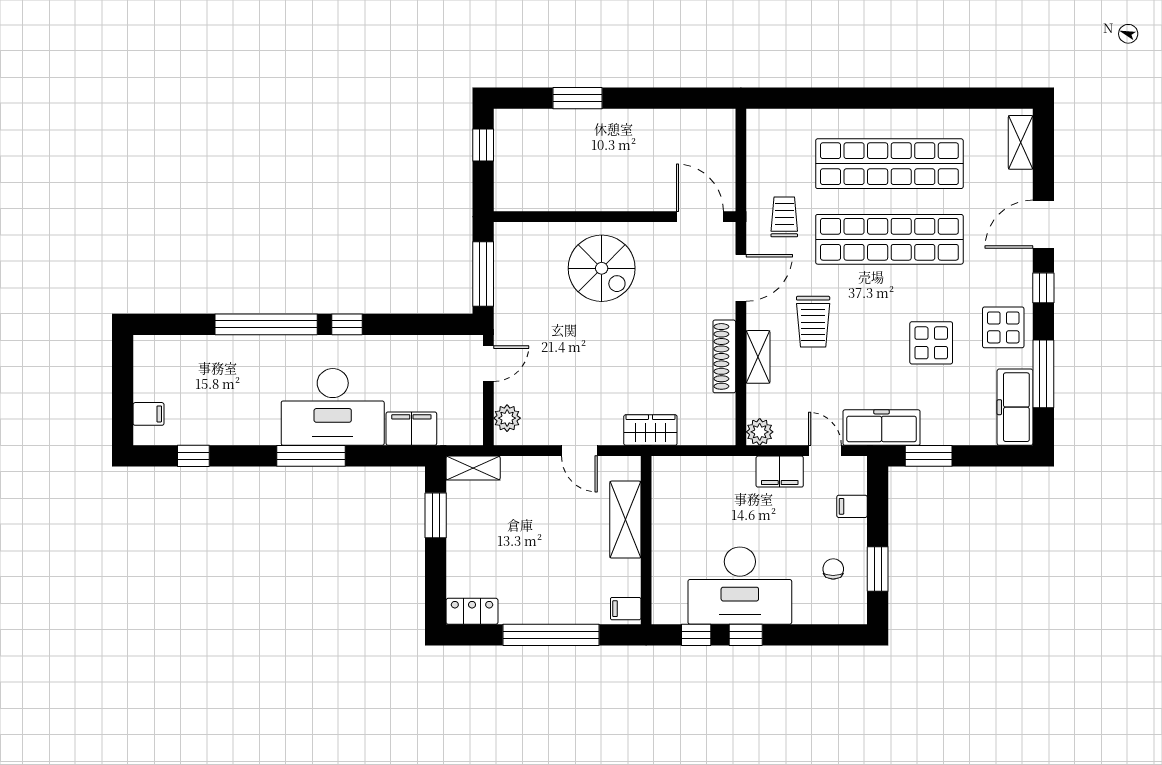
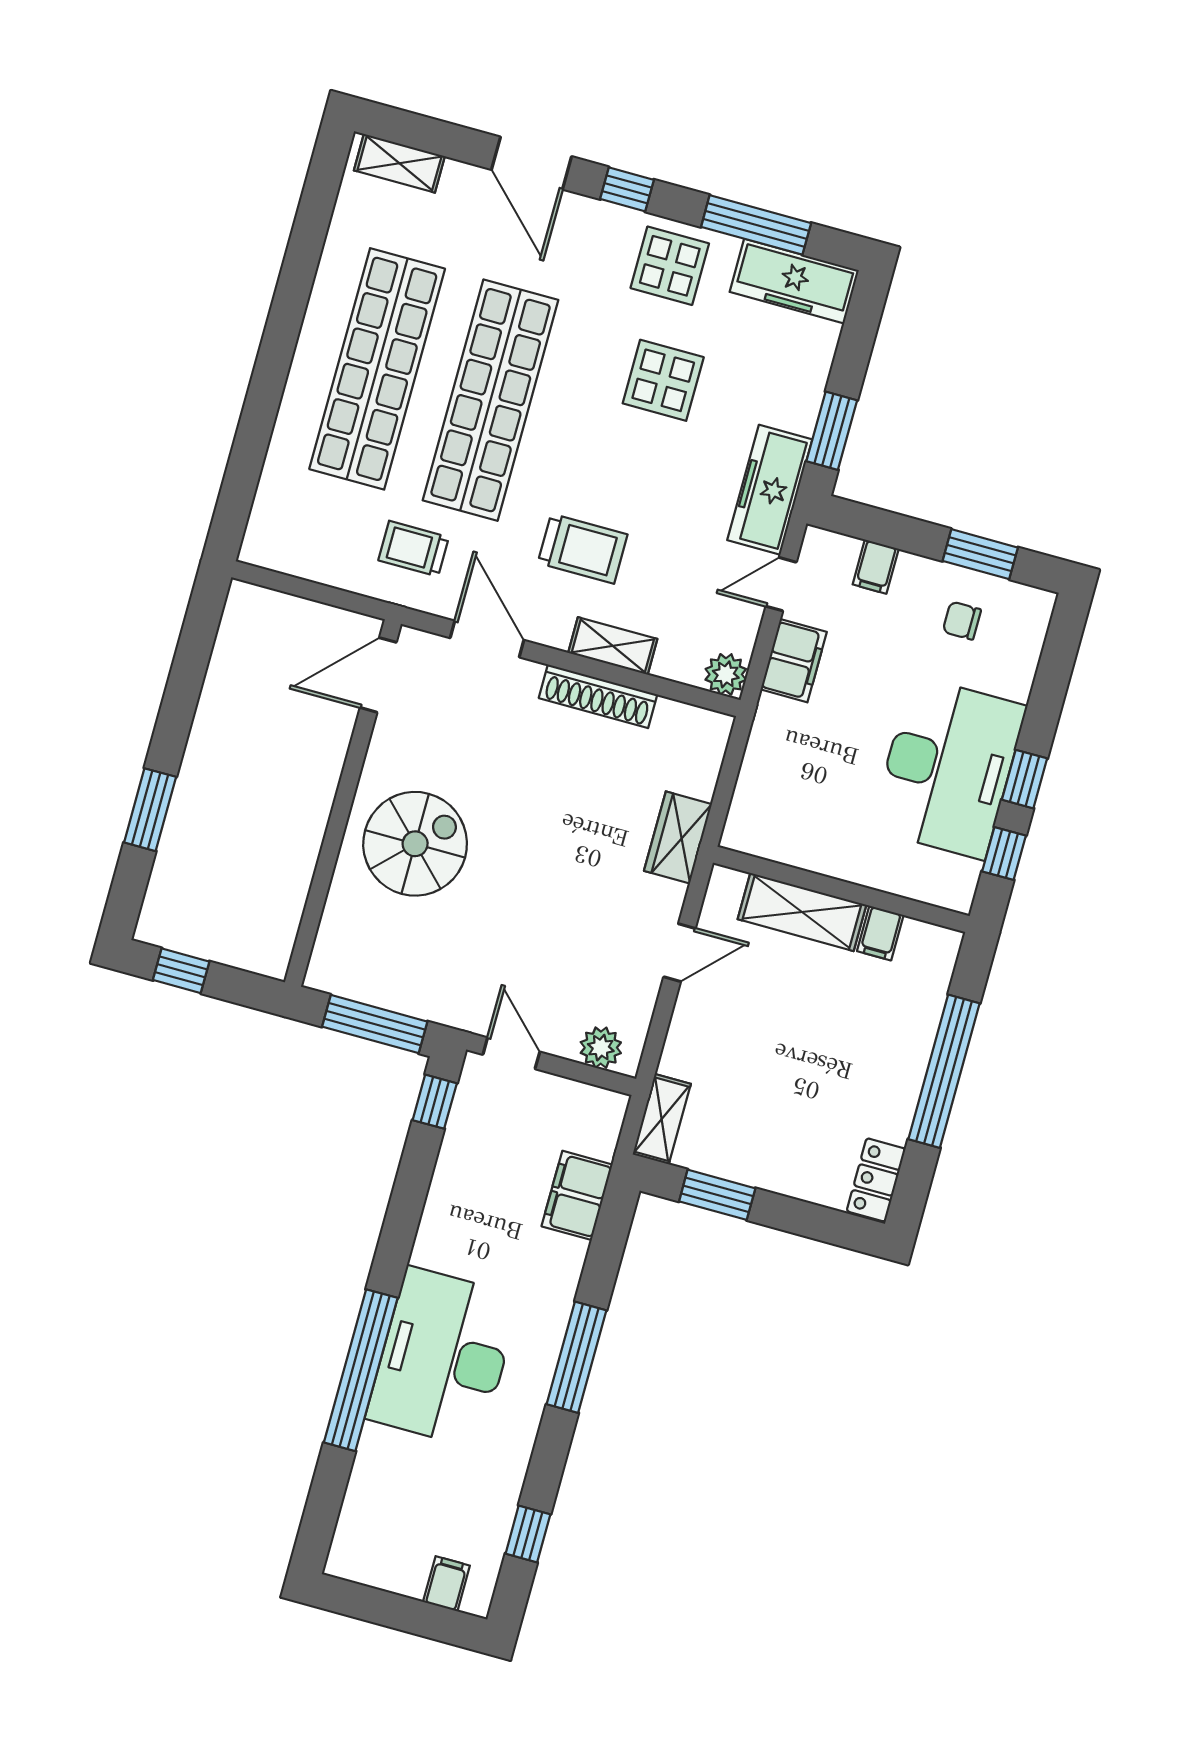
window: (347, 324) -> (435, 1102), moved
desk: (333, 407) -> (443, 1358), moved, turned 180
filing cabinet: (626, 609) -> (880, 933), moved

